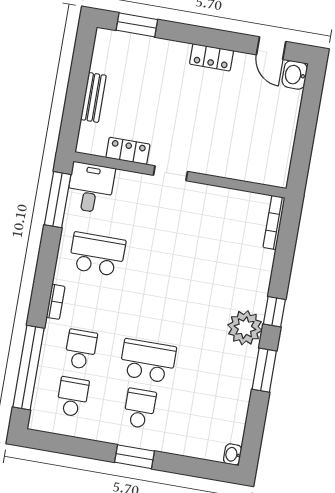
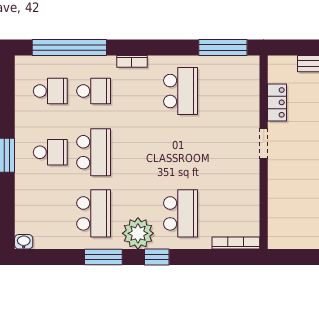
desk: (91, 188) -> (239, 75), removed
school desk: (231, 277) -> (181, 213), added
school desk: (215, 372) -> (94, 213), added

